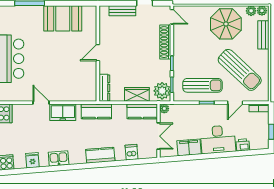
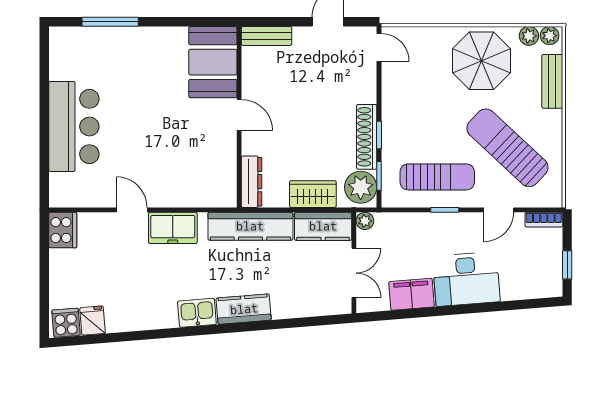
bench: (122, 11) -> (267, 36), moved
booth: (63, 18) -> (213, 62), moved, turned 90
shoe rack: (165, 42) -> (367, 137), moved
door: (98, 53) -> (239, 115), swing flipped
sun lounger: (240, 70) -> (507, 148), turned 180
kitchen counter: (96, 111) -> (250, 226), width x1.50
printer: (243, 145) -> (513, 290), removed
dishwasher: (131, 152) -> (303, 303), removed
kitchen sink: (59, 158) -> (197, 313), moved
fridge: (32, 160) -> (93, 321), moved

